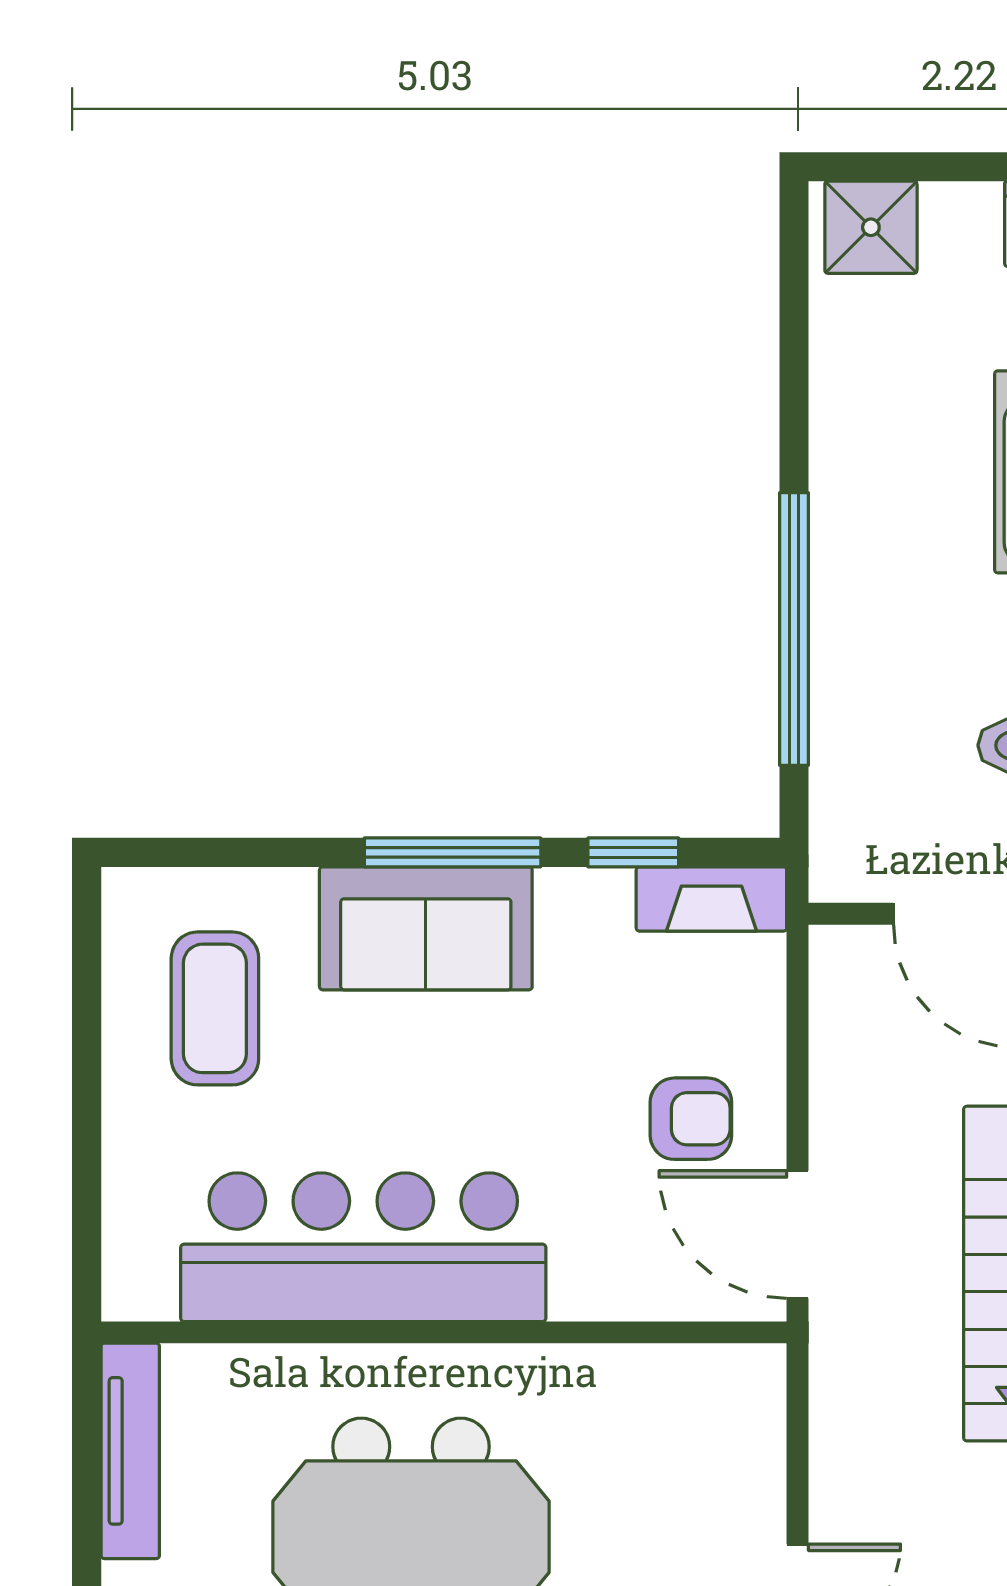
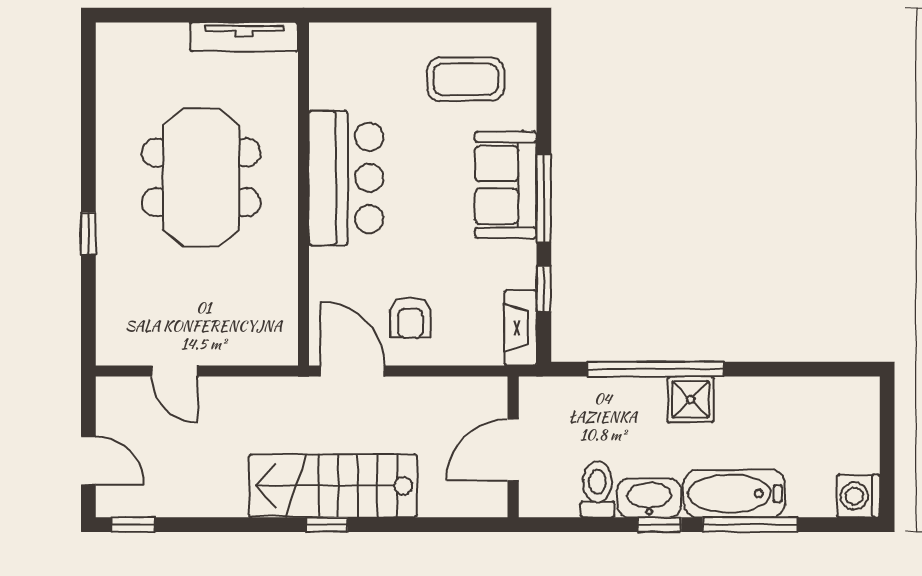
shower: (871, 227) -> (691, 400), moved
door: (798, 1234) -> (352, 371), hinge flipped
bar counter: (363, 1247) -> (346, 178), width x0.73

